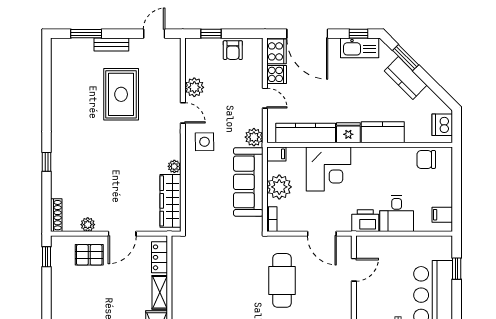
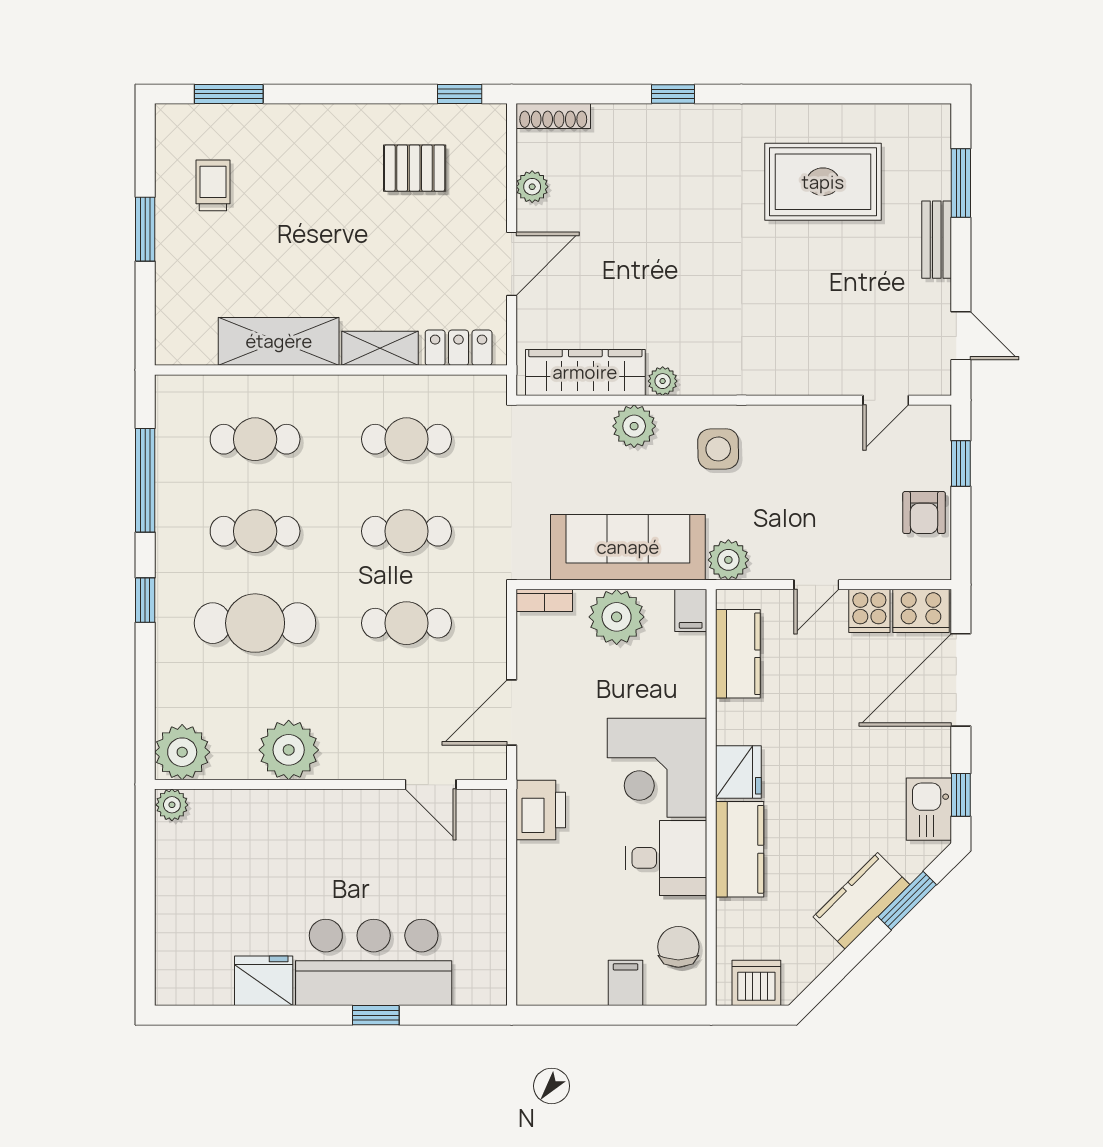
kitchen sink: (360, 48) -> (929, 809), width x0.73
armchair: (233, 50) -> (924, 513), turned -90
plant: (194, 87) -> (634, 426), moved
rug: (121, 94) -> (823, 182), moved
door: (183, 113) -> (886, 400), moved
kitchen counter: (306, 133) -> (738, 654), width x0.67
corner desk: (329, 169) -> (657, 768), moved
desk: (397, 214) -> (666, 858), moved, turned 180
filing cabinet: (442, 215) -> (626, 983), moved
door: (122, 234) -> (512, 264), swing flipped
pallet: (89, 255) -> (415, 168), moved, turned 90
window: (457, 269) -> (376, 1015), moved
cafe table: (200, 280) -> (407, 439), added
cafe table: (241, 280) -> (407, 531), added
cafe table: (282, 280) -> (407, 623), width x0.73, depth x0.74

